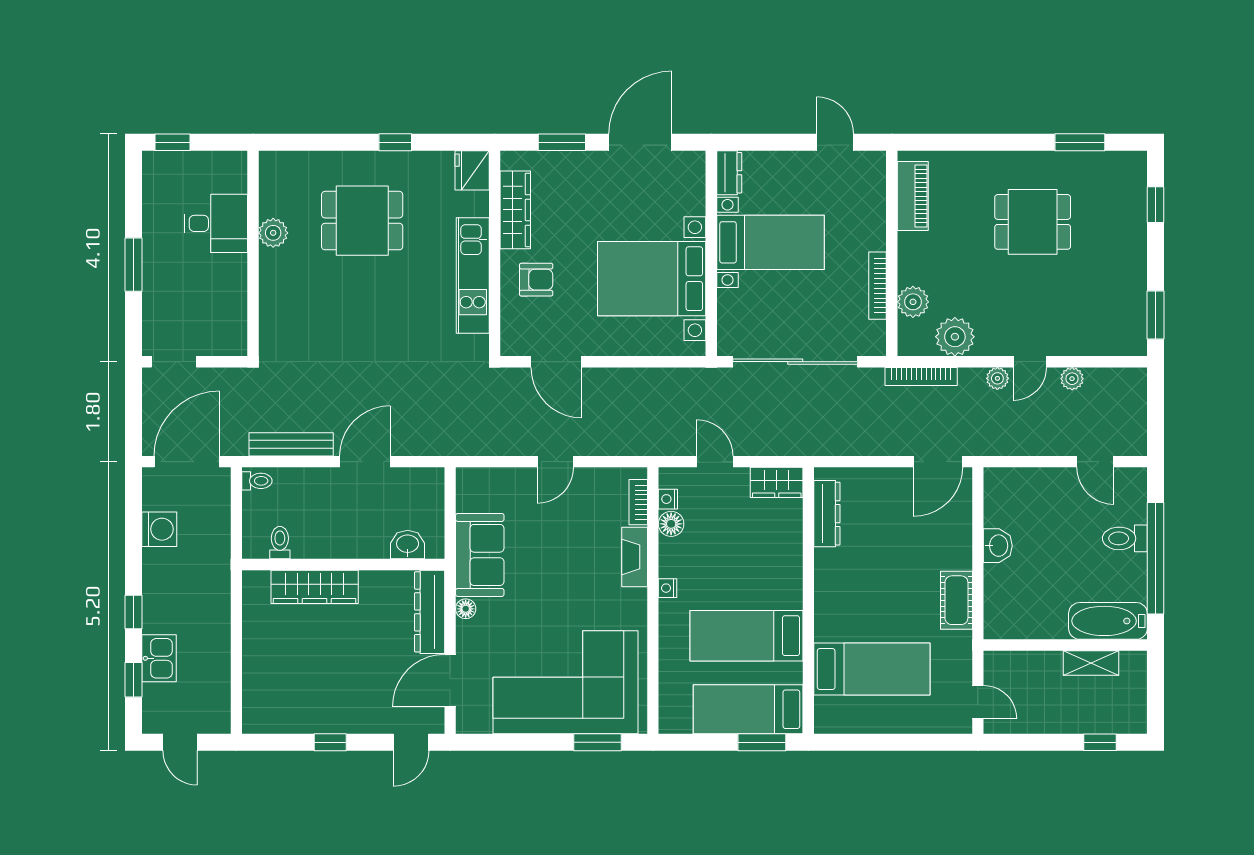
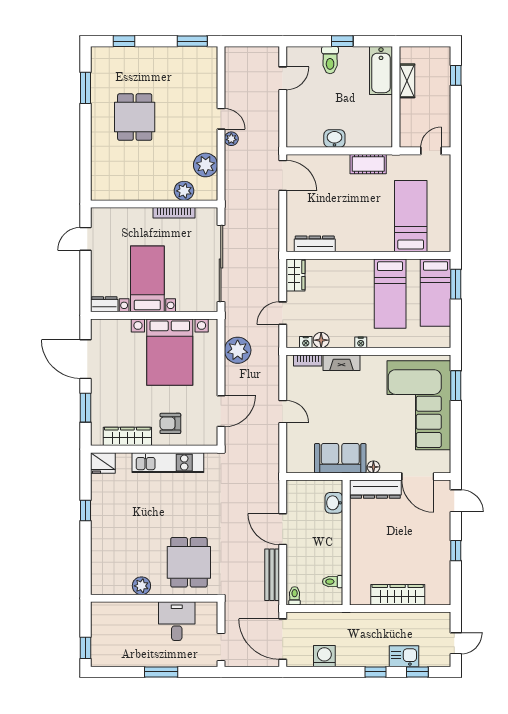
piano: (913, 196) -> (119, 191), removed
dining table: (362, 221) -> (189, 562), moved
desk: (216, 223) -> (177, 621), moved
armchair: (536, 280) -> (170, 423), turned -90
bookcase: (921, 376) -> (230, 186), removed
plant: (1072, 379) -> (238, 350), moved, width x1.88, depth x1.88
window: (1156, 558) -> (342, 41), width x0.32
wardrobe: (315, 587) -> (398, 595), moved, turned -90

